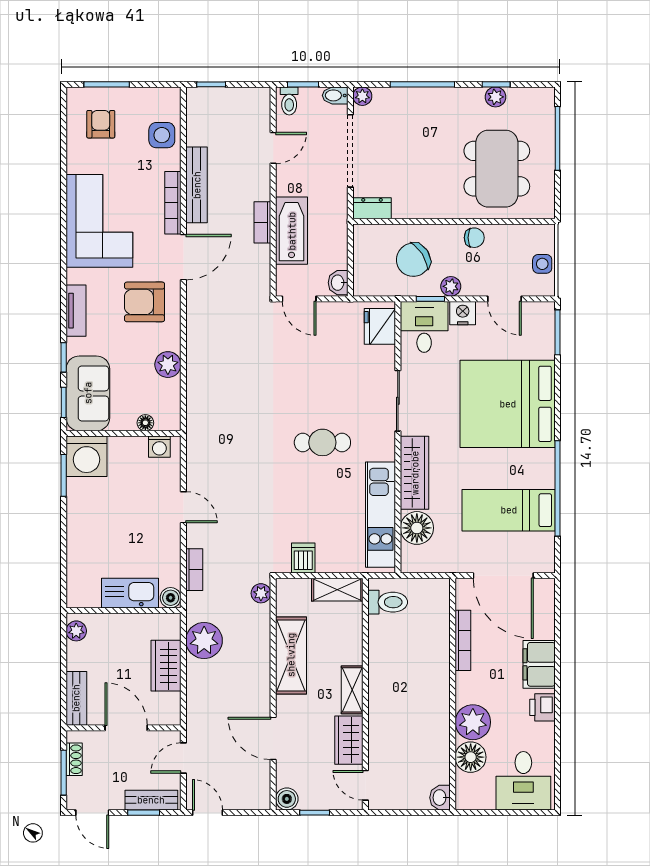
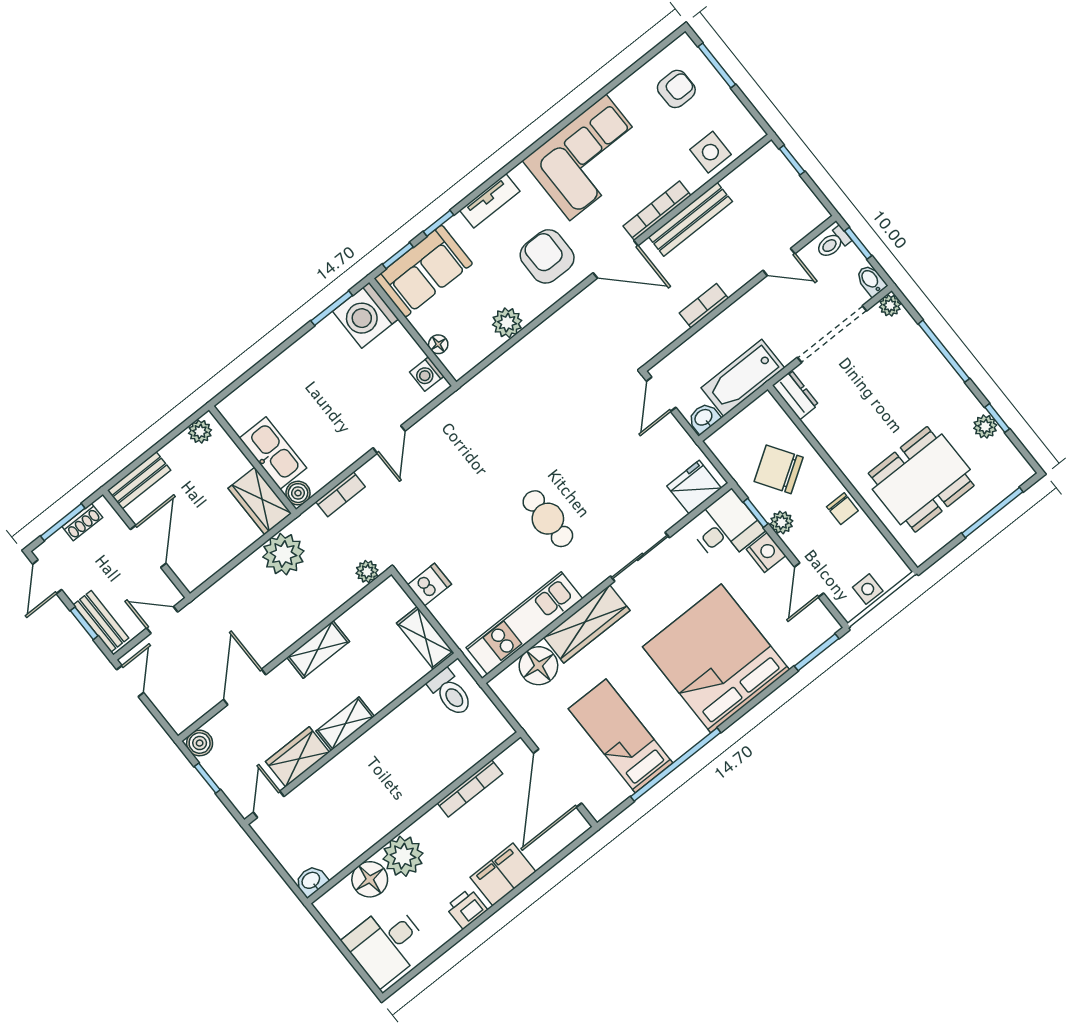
bathtub: (292, 231) -> (743, 378), moved, turned 180
shelving: (291, 655) -> (318, 649), width x0.67, depth x0.75
wardrobe: (166, 666) -> (260, 501), moved, turned -90

